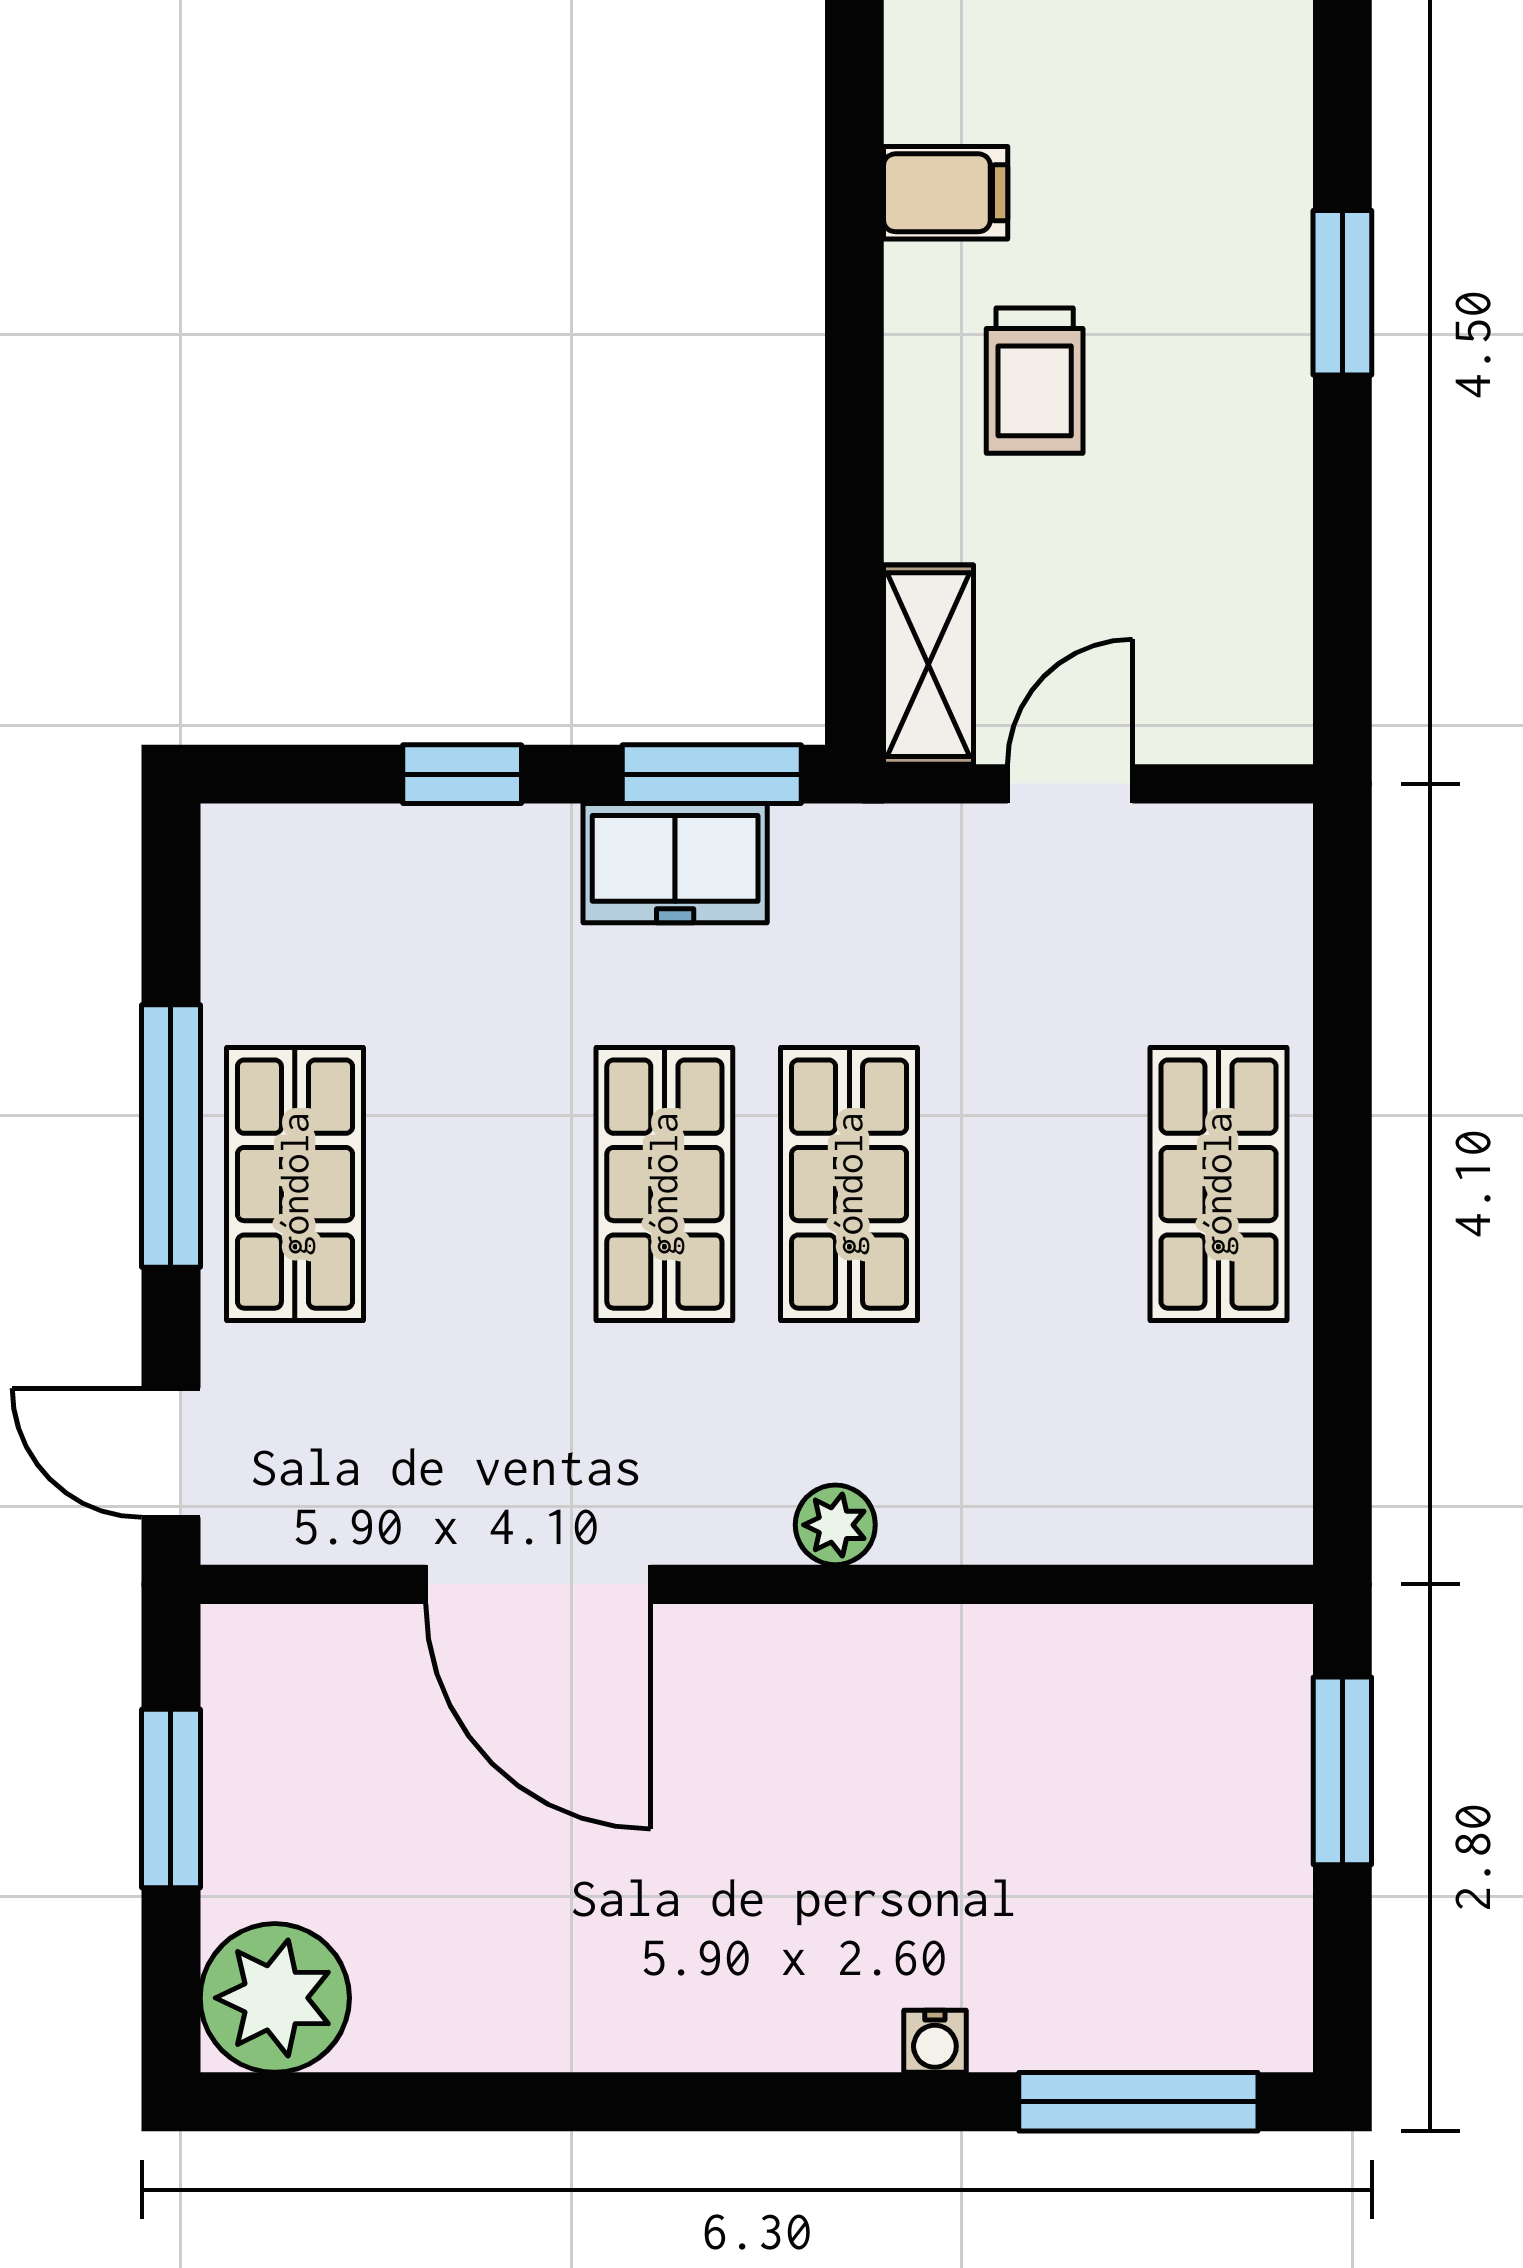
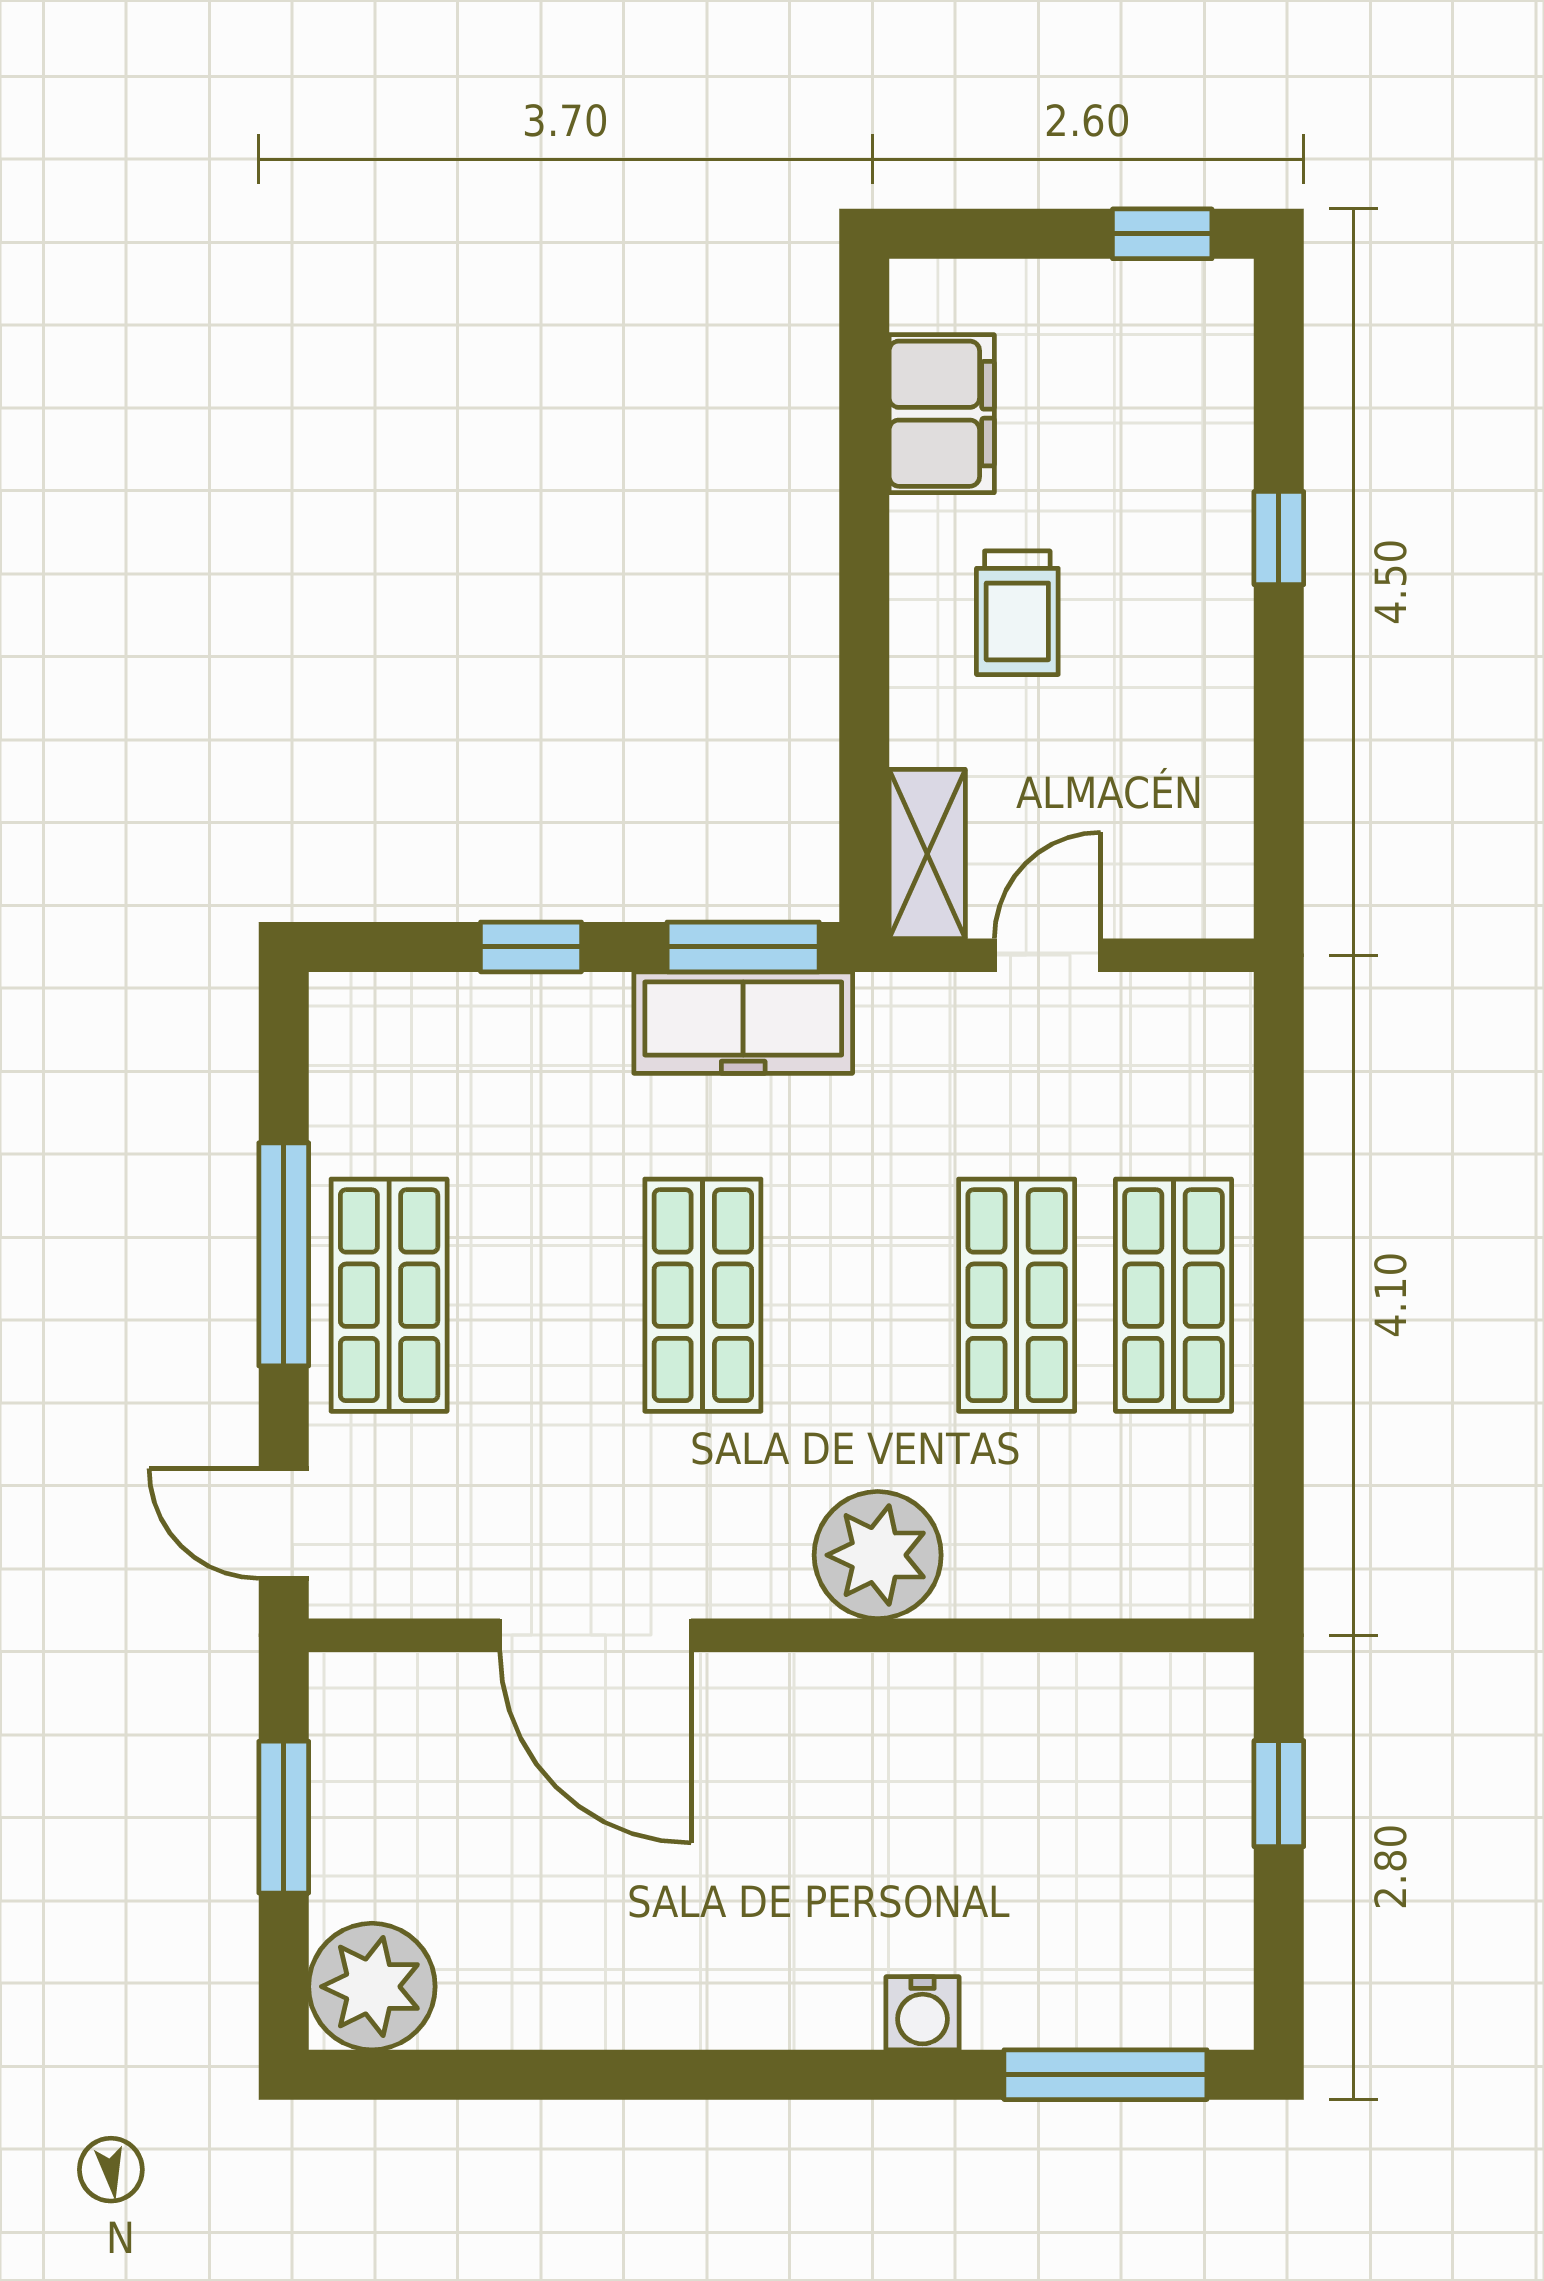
filing cabinet: (946, 193) -> (942, 414), width x2.00
window: (1342, 293) -> (1279, 538), width x0.67
freezer: (675, 863) -> (743, 1023), width x1.40
shop shelf: (849, 1184) -> (1017, 1295), moved
plant: (835, 1525) -> (878, 1555), width x1.88, depth x1.88
window: (1342, 1771) -> (1279, 1794), width x0.67
water cooler: (935, 2041) -> (923, 2013), width x1.38, depth x1.38

